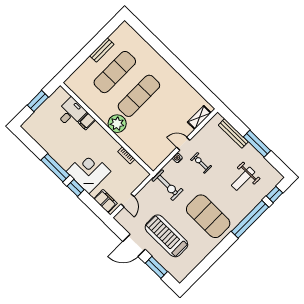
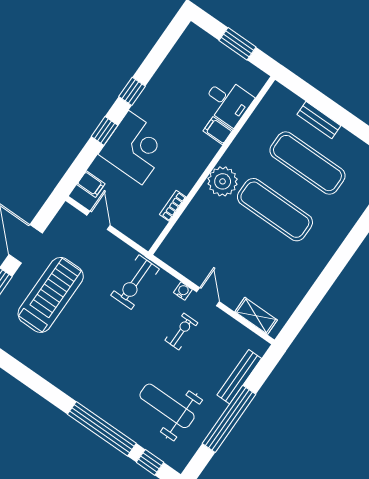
bench: (102, 50) -> (319, 120), moved
window: (257, 144) -> (229, 419), width x1.46
window: (55, 168) -> (132, 91), width x0.46
weight bench: (243, 179) -> (167, 406), width x1.36, depth x1.33
door: (128, 200) -> (99, 220), swing flipped
filing cabinet: (105, 201) -> (91, 184), width x0.50
exercise mat: (208, 216) -> (95, 358), removed

